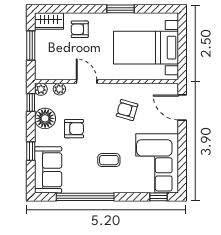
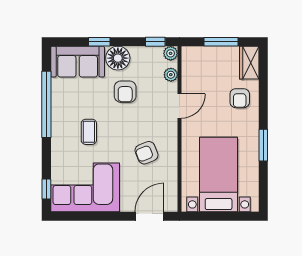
armchair: (80, 29) -> (240, 98), turned 180
armchair: (127, 110) -> (147, 153), turned -128
floor lamp: (45, 118) -> (118, 58), moved

